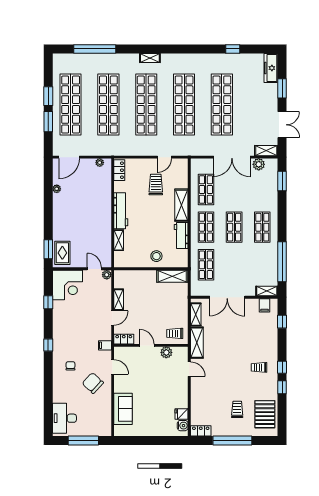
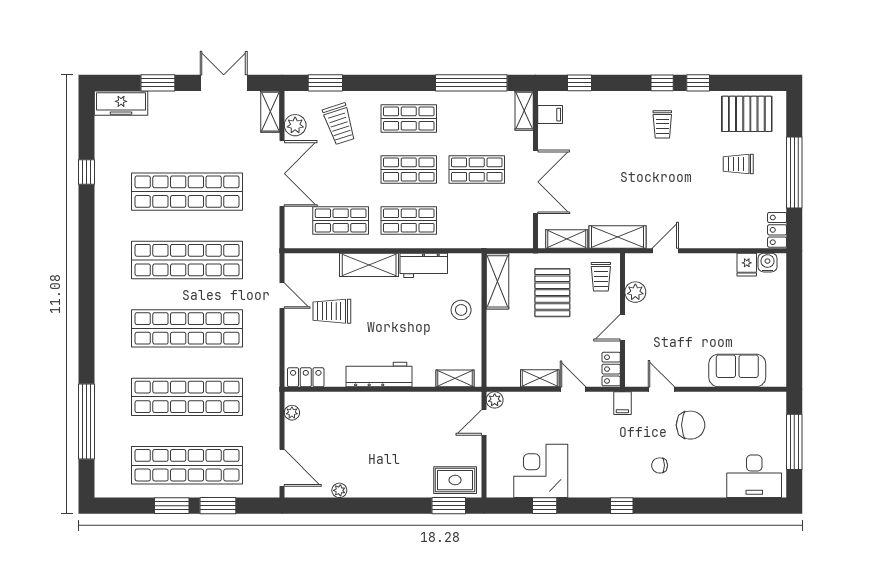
shelving: (150, 58) -> (103, 322), removed
trolley: (259, 189) -> (339, 124), added
shelving: (119, 240) -> (455, 378), moved
shop shelf: (206, 265) -> (477, 170), moved
corner desk: (67, 285) -> (541, 471), moved, turned -90
pallet: (166, 307) -> (552, 293), added
door: (113, 367) -> (661, 389), hinge flipped
chair: (93, 383) -> (691, 425), turned -133

